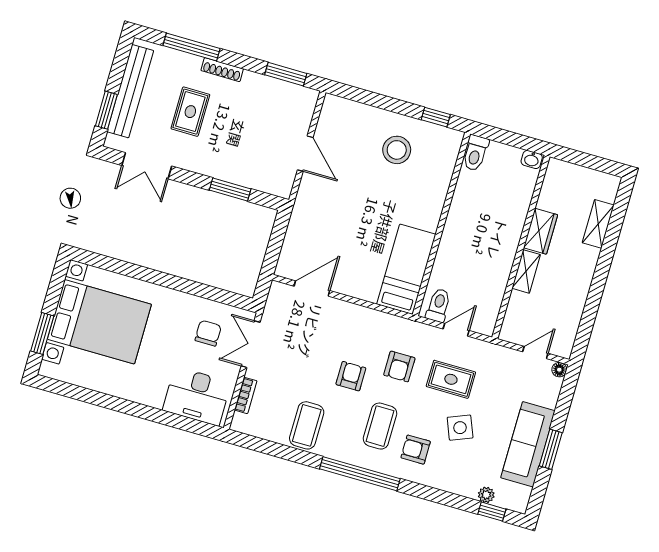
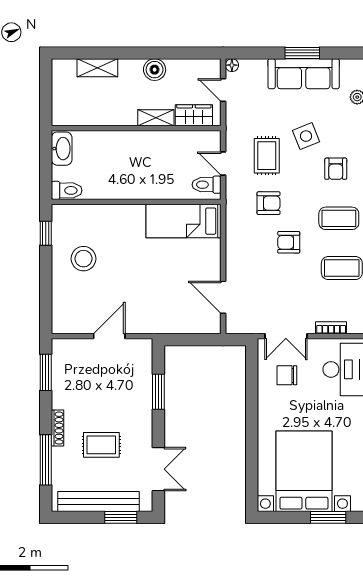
washbasin: (532, 159) -> (62, 149), width x1.91, depth x1.45
wardrobe: (541, 231) -> (194, 115), moved
boiler: (578, 285) -> (155, 70), added
coffee table: (380, 426) -> (339, 218), moved

